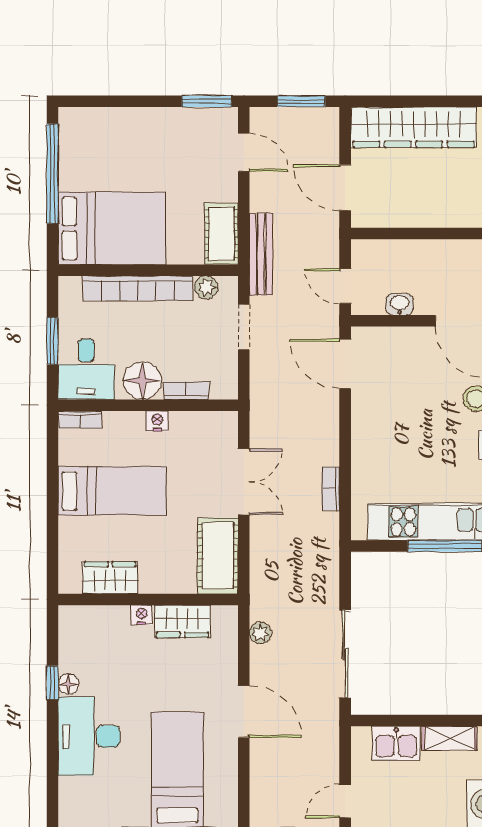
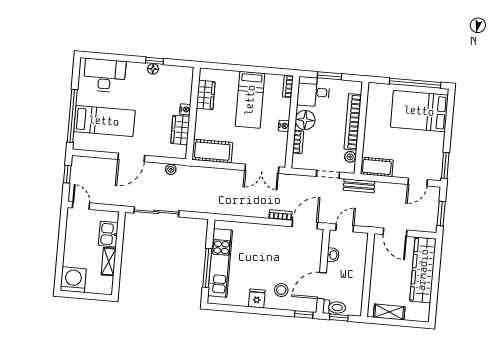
door: (345, 188) -> (395, 232), swing flipped
bed: (112, 228) -> (419, 111), moved, turned 90
bench: (261, 254) -> (359, 186), width x0.73
double door: (244, 482) -> (262, 169), moved
bookcase: (331, 489) -> (280, 215), moved
desk: (89, 736) -> (105, 75), moved

